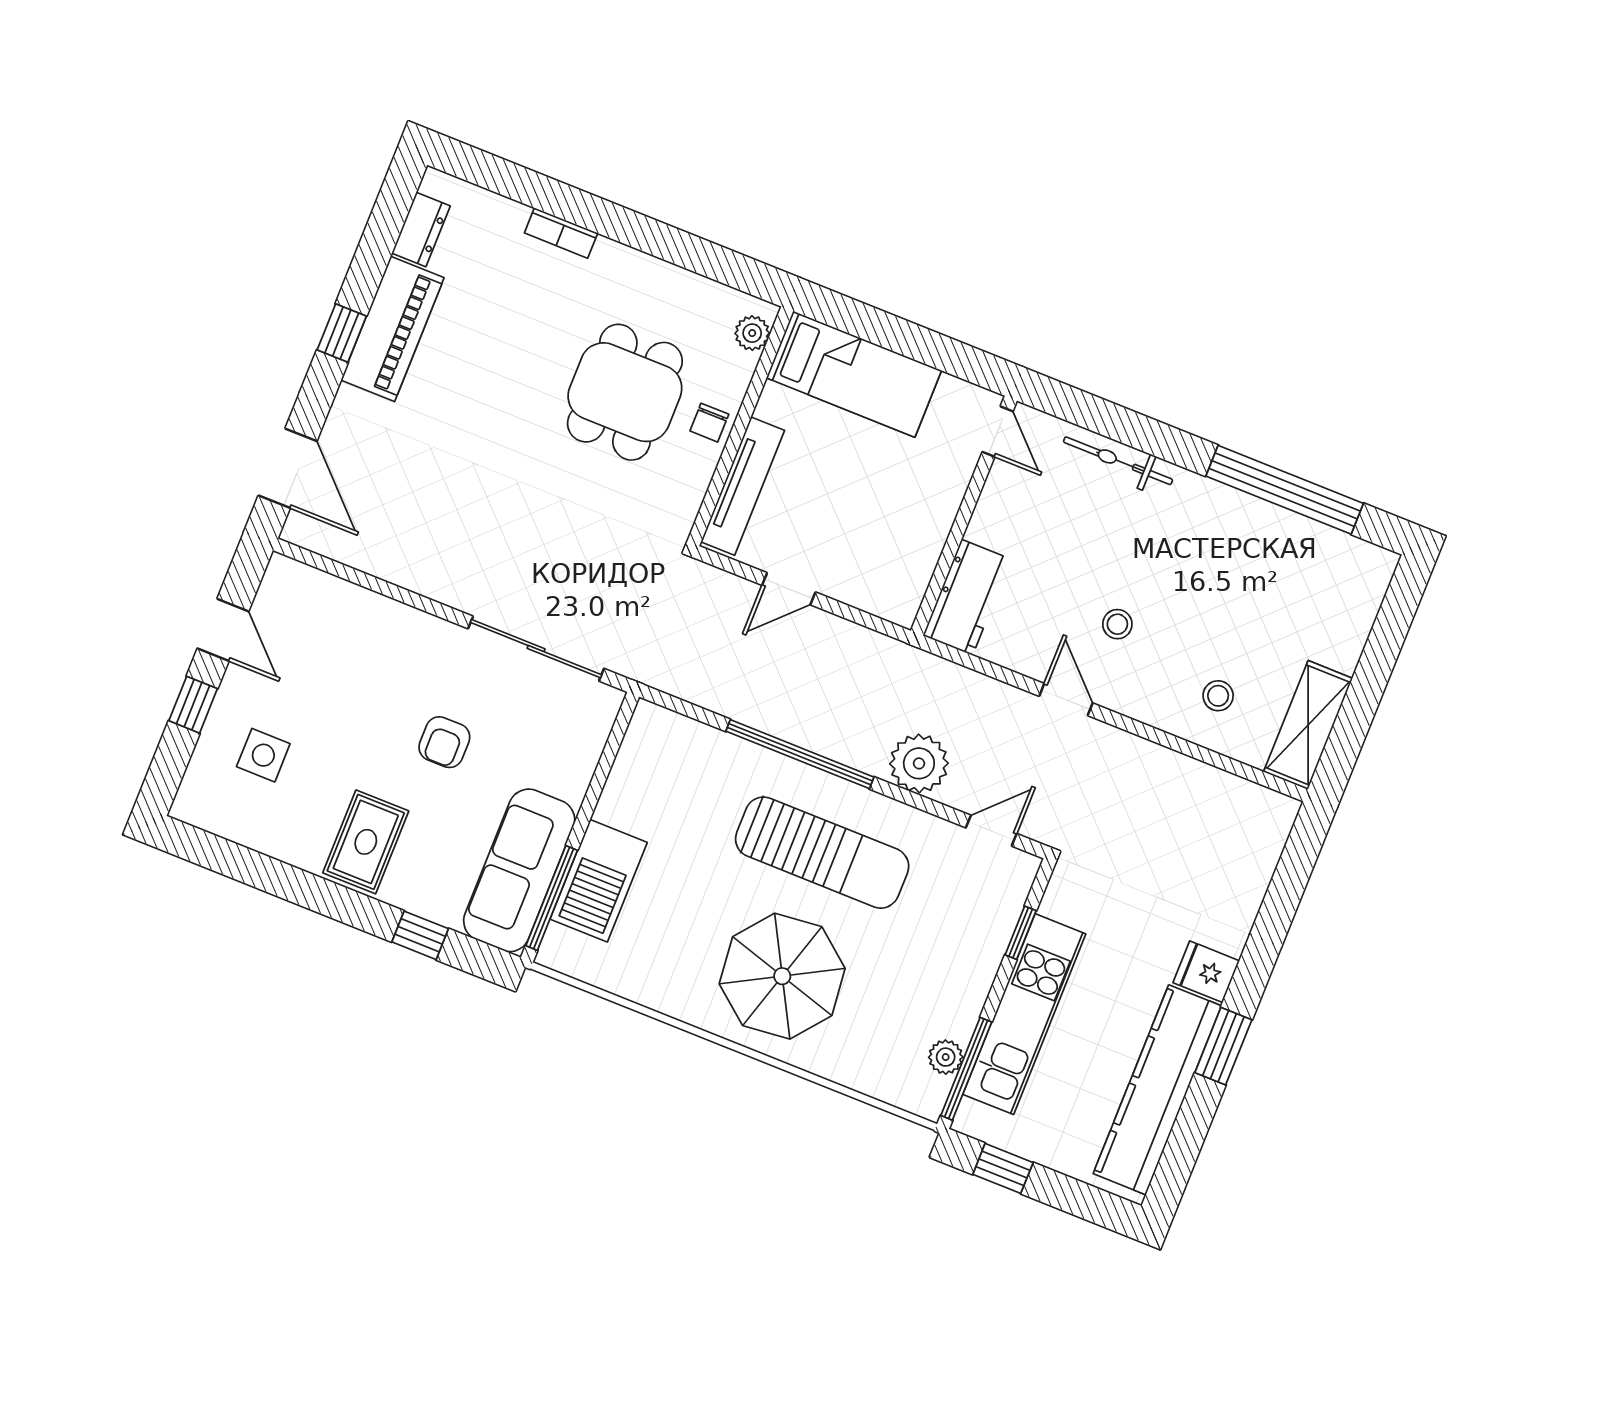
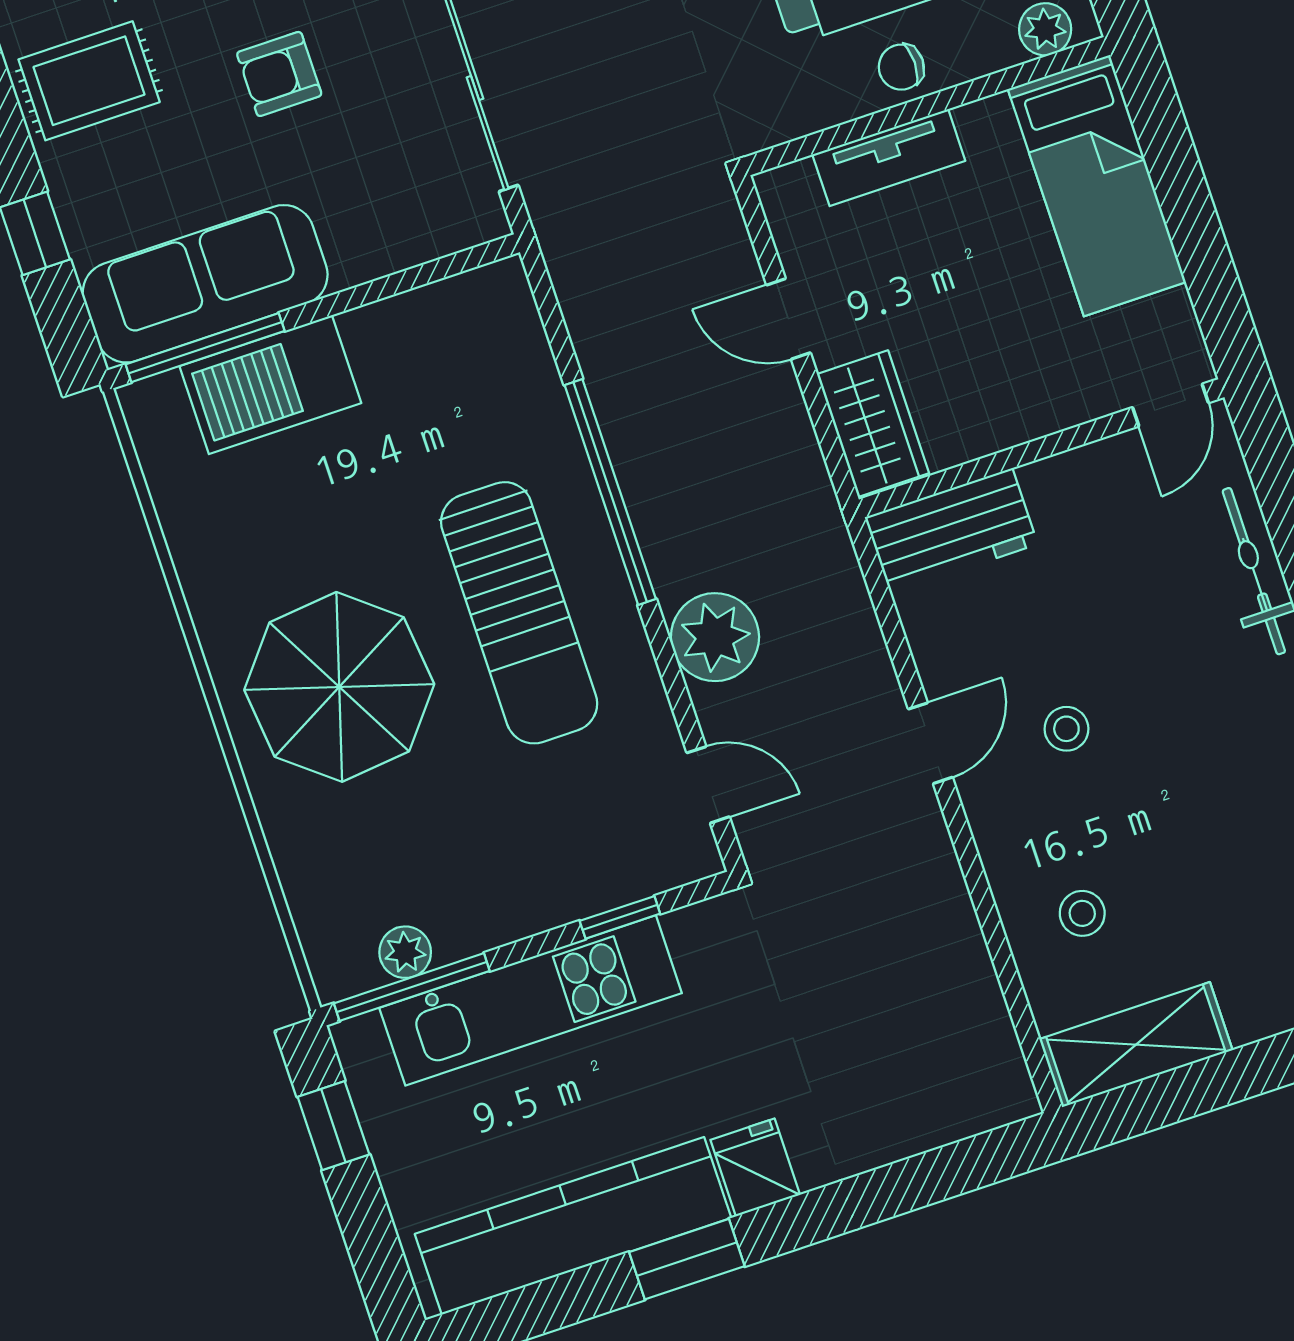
tv unit: (743, 486) -> (889, 158), width x0.71
wardrobe: (879, 591) -> (873, 424), added

